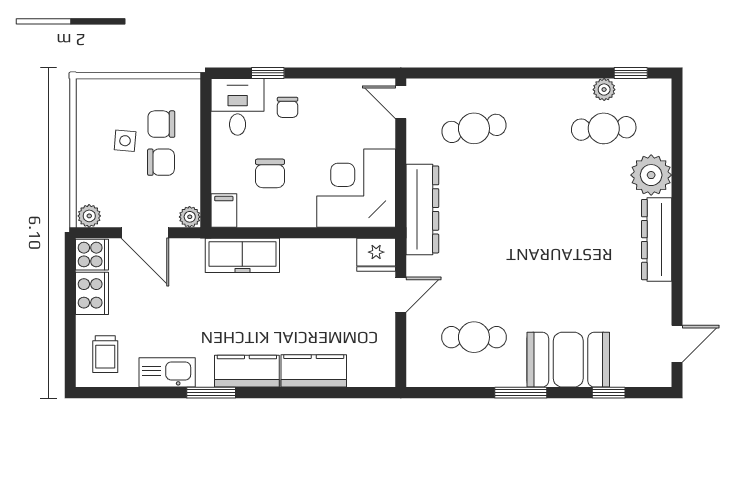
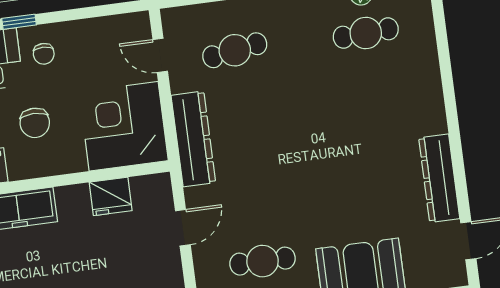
door: (401, 102) -> (160, 55), moved
plant: (651, 175) -> (420, 74), removed
dresser: (657, 240) -> (439, 178), moved
fridge: (376, 255) -> (111, 196), moved

